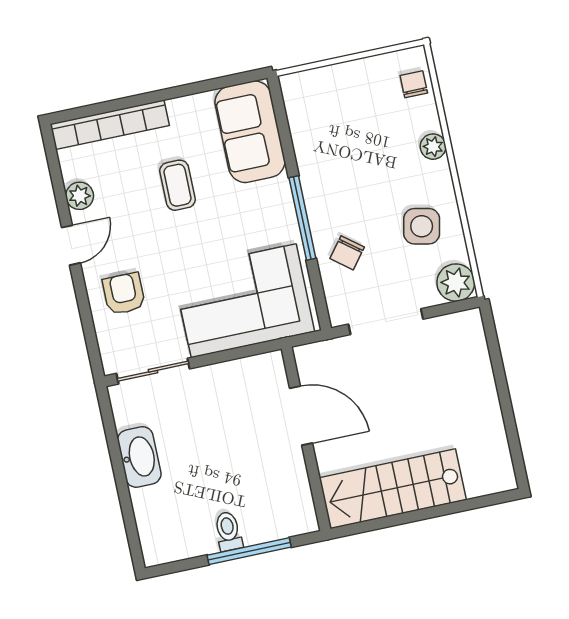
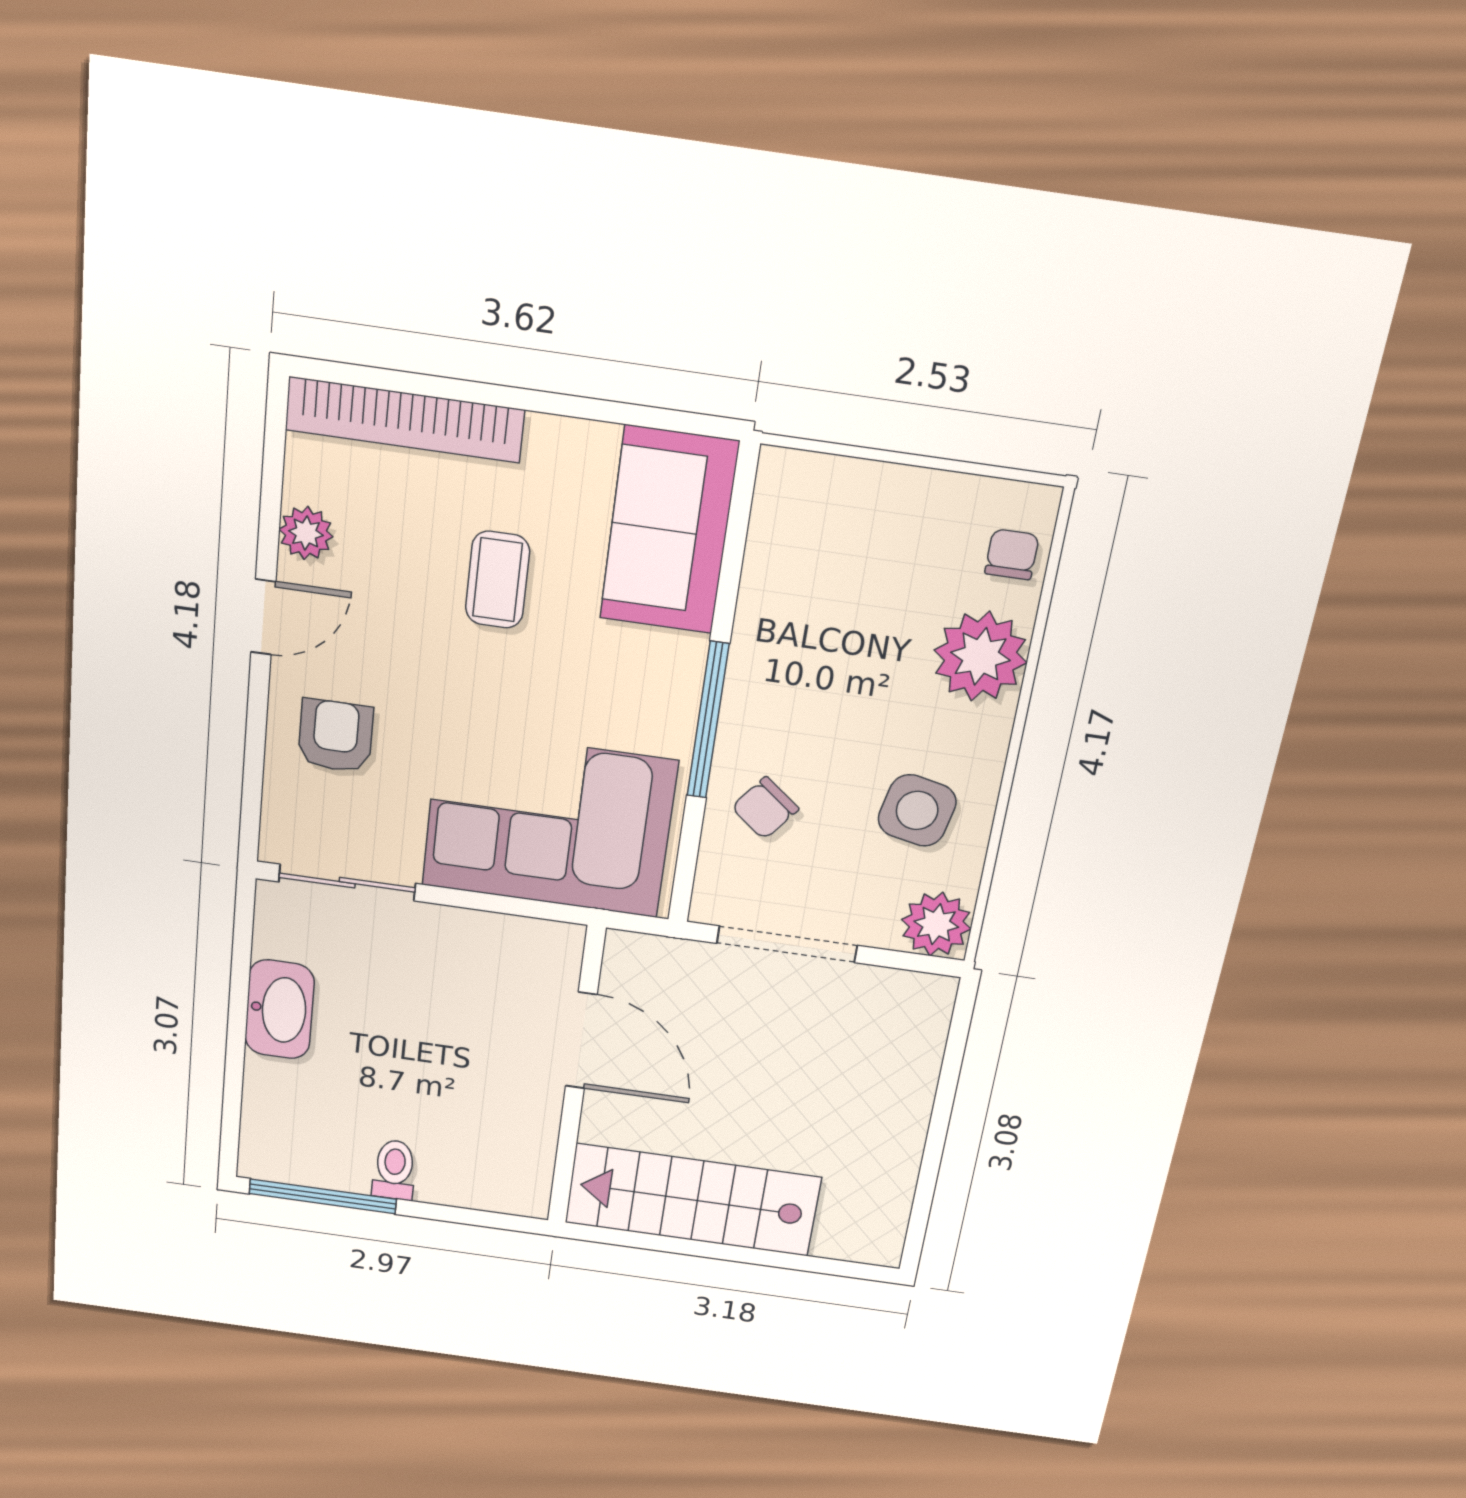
plant: (433, 147) -> (980, 656), width x1.88, depth x1.88
window: (249, 551) -> (323, 1196), moved

